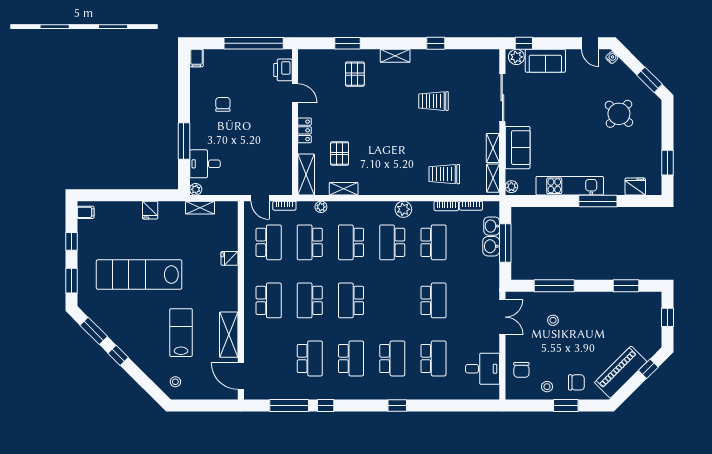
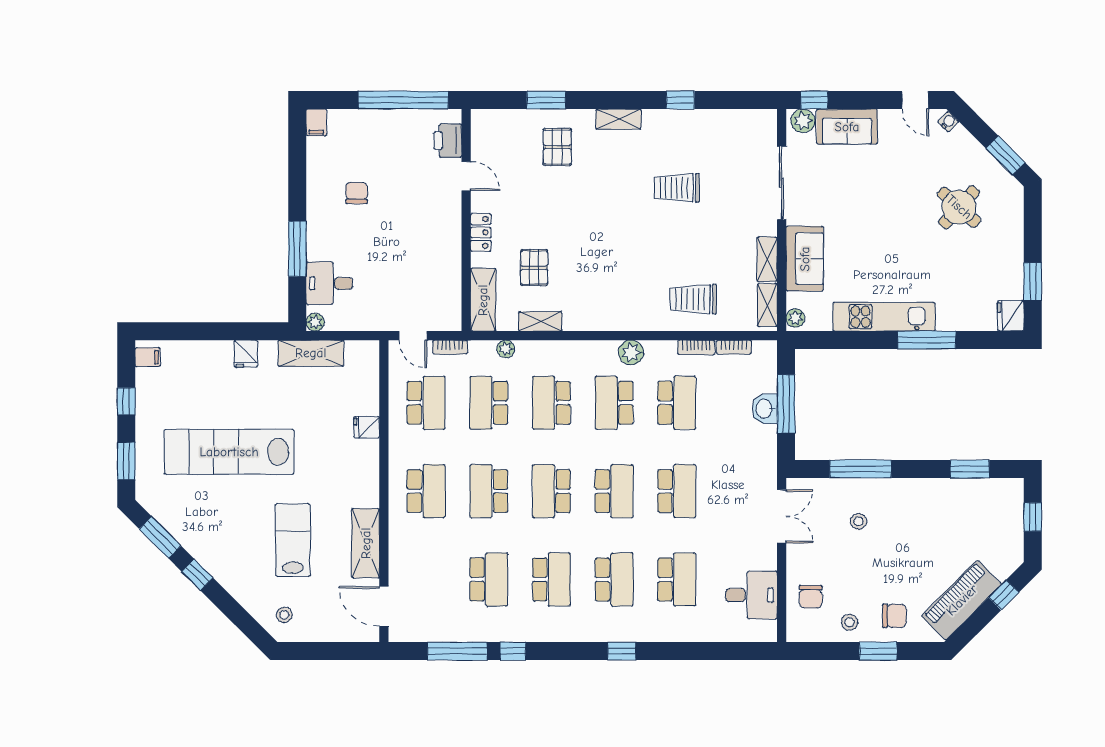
fridge: (635, 187) -> (1011, 316), moved, turned -90
shelving: (200, 208) -> (311, 353), width x1.50, depth x1.33
washbasin: (492, 226) -> (765, 378), removed
school desk: (392, 300) -> (614, 491), added

